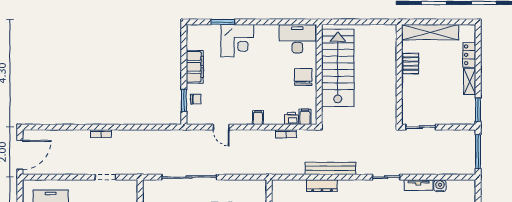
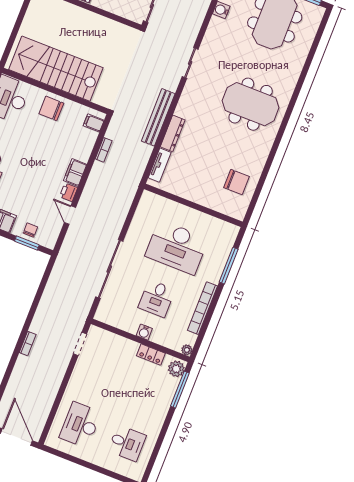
filing cabinet: (258, 117) -> (75, 173), width x2.00
printer: (291, 118) -> (69, 192), moved
door: (221, 127) -> (70, 215), swing flipped
doorway: (105, 177) -> (80, 344), moved
tv unit: (419, 185) -> (160, 165), moved

